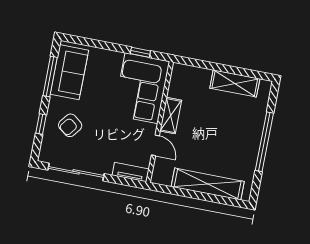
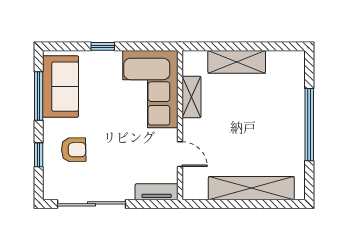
window: (140, 52) -> (103, 46), moved
shelving: (235, 83) -> (237, 62), moved
shelving: (171, 116) -> (191, 97), moved
armchair: (70, 125) -> (74, 150), turned -129

